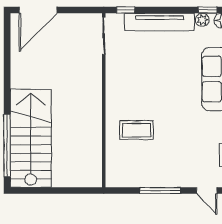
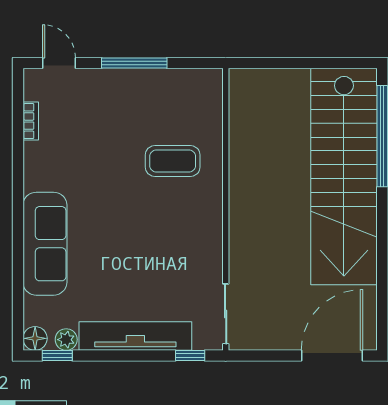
stairs: (31, 138) -> (344, 177), width x1.36

